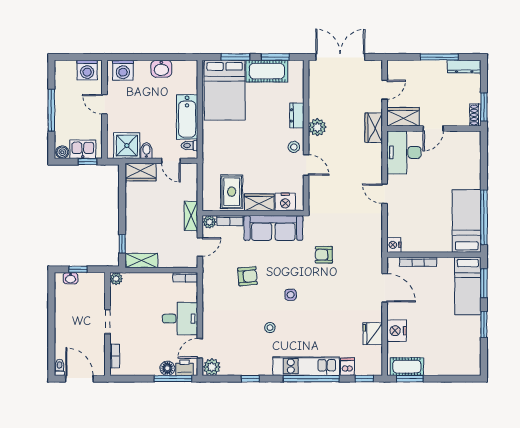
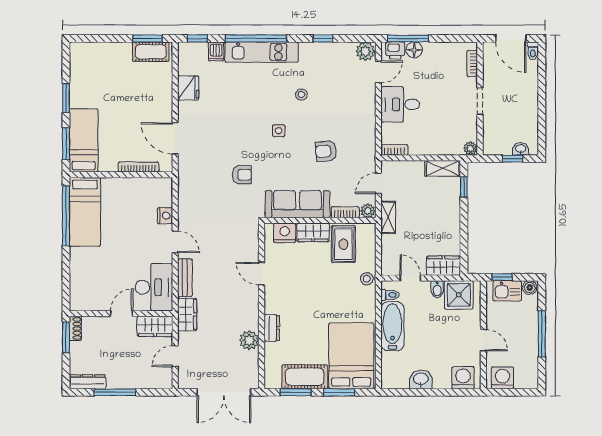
plant: (317, 127) -> (249, 340), moved
stool: (294, 147) -> (367, 279), moved
bench: (376, 161) -> (185, 278), added
nightstand: (394, 245) -> (165, 216), moved
nightstand: (397, 331) -> (162, 91), removed

